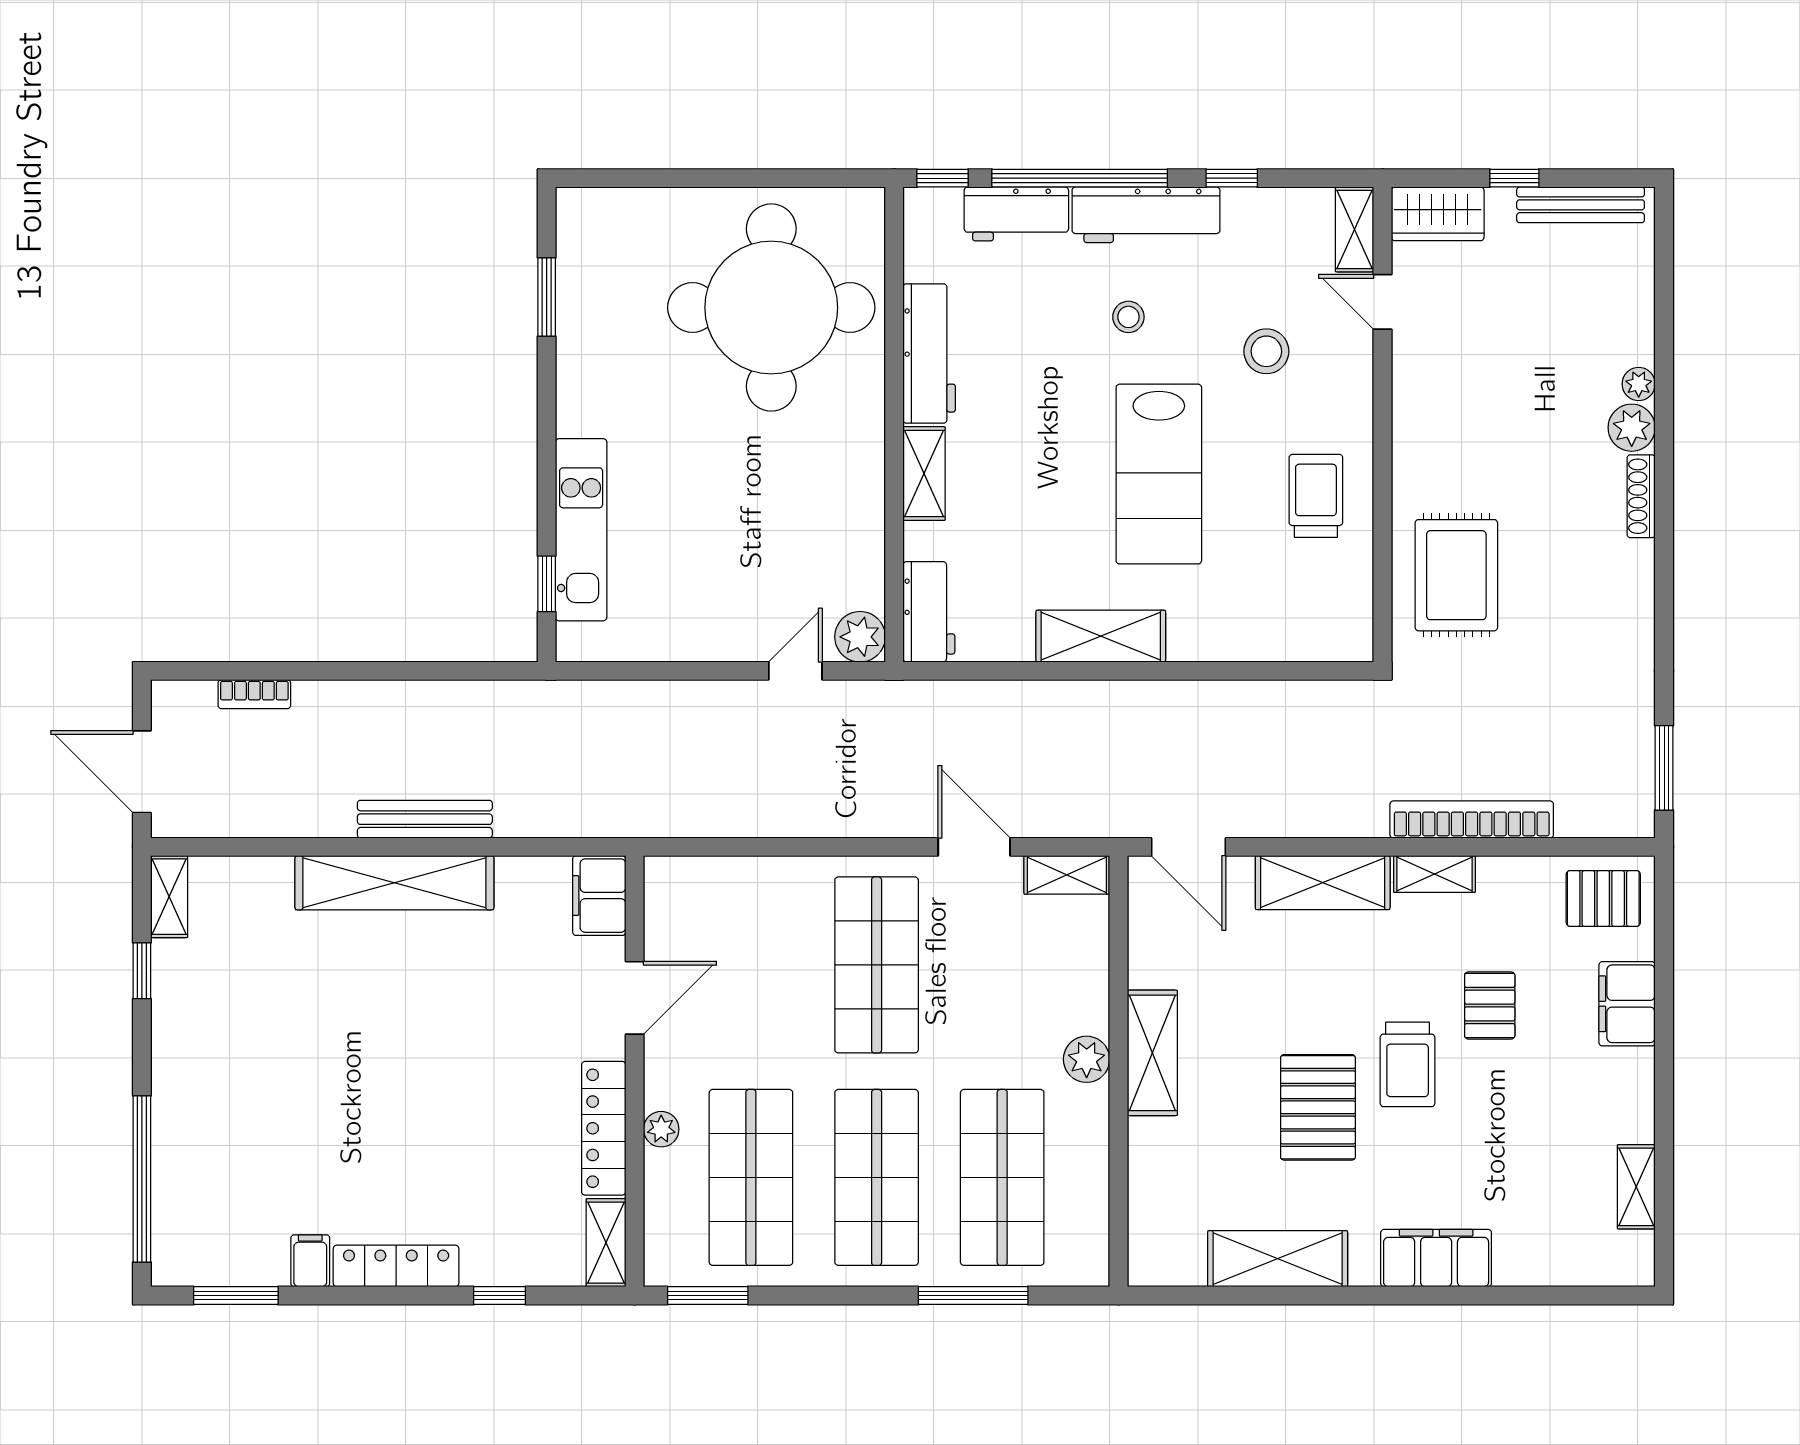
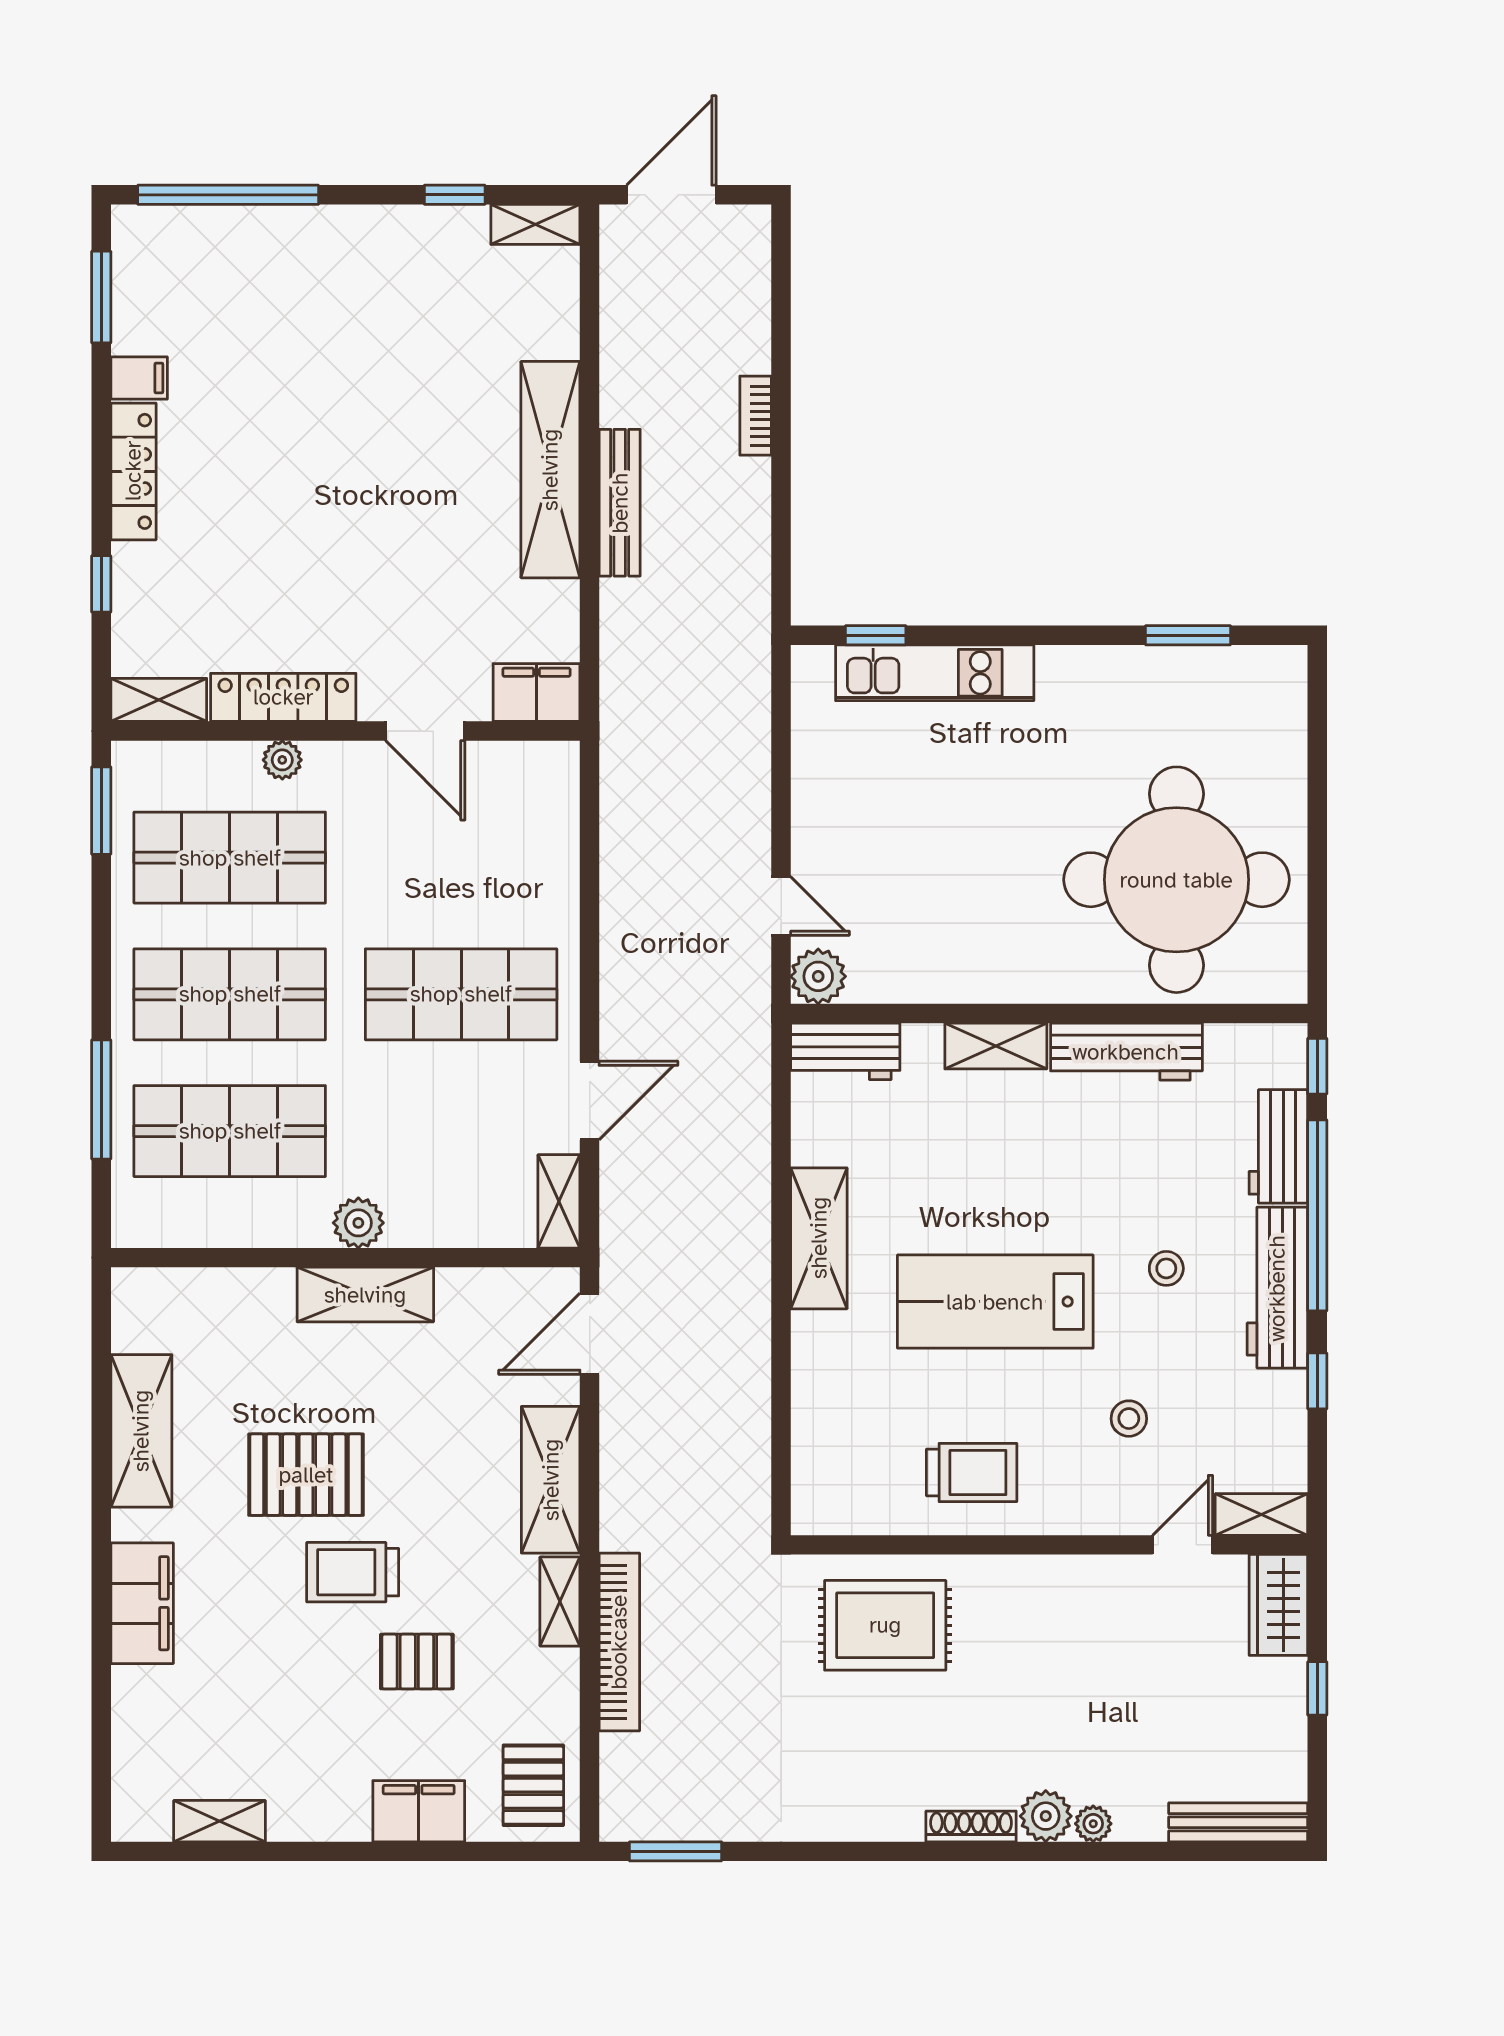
bench: (1581, 205) -> (1238, 1822), moved, turned 90
stool: (1266, 351) -> (1129, 1419), width x0.73, depth x0.73
bookcase: (254, 694) -> (756, 416), moved

